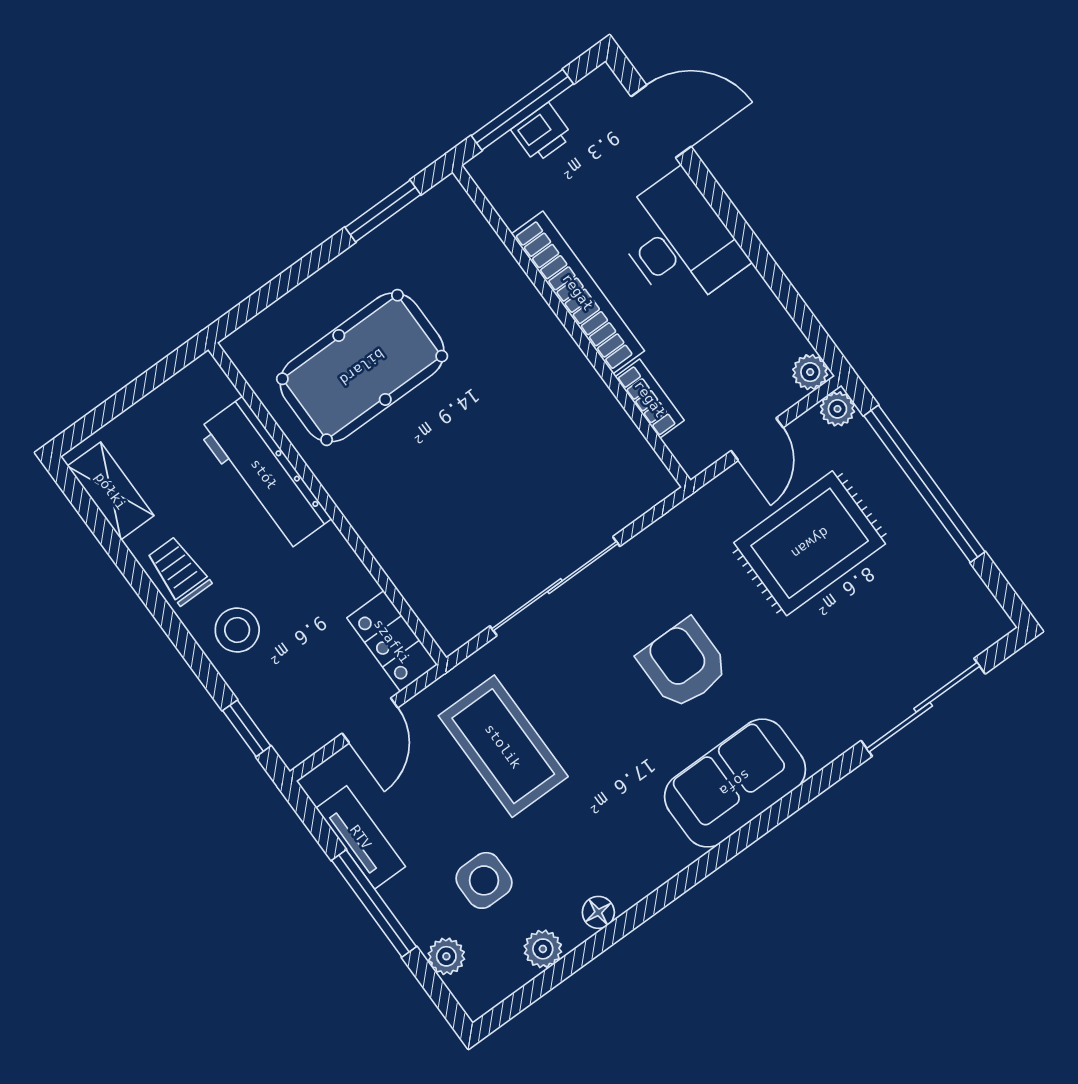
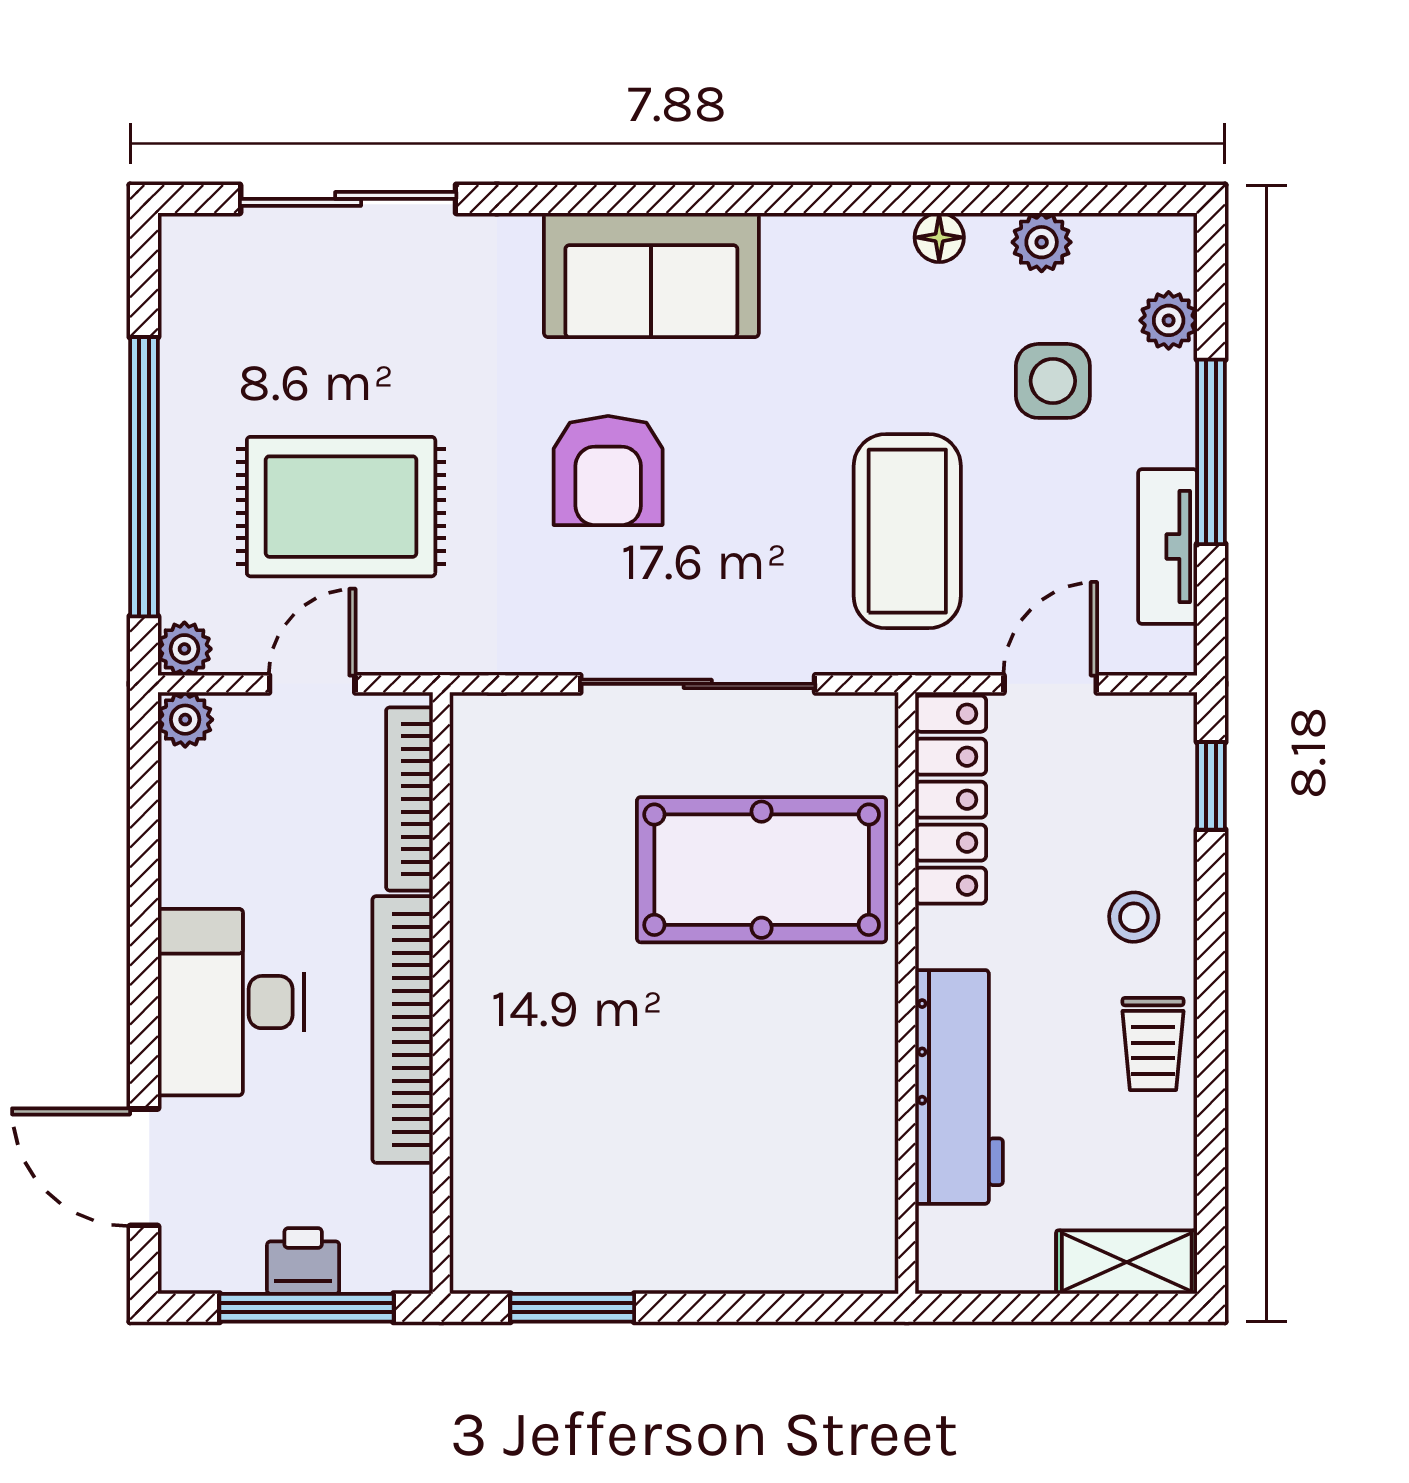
pool table: (362, 367) -> (762, 870), moved
bookcase: (650, 399) -> (409, 799), width x1.56
shelving: (111, 491) -> (1127, 1262), moved, turned 90
stool: (237, 630) -> (1134, 917), width x0.73, depth x0.73
locker: (392, 641) -> (951, 800), width x1.53

